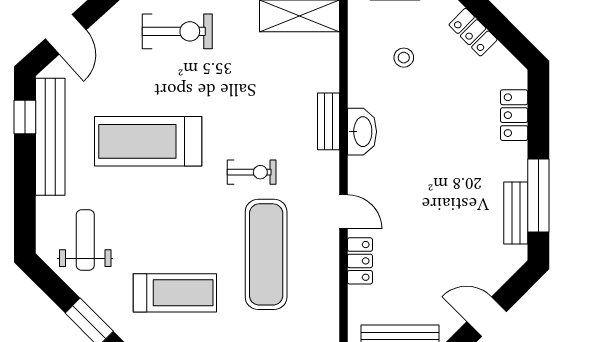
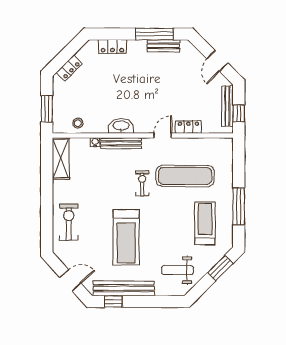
stool: (404, 58) -> (78, 123), moved
water cooler: (331, 82) -> (95, 142), added
bench: (329, 121) -> (121, 143), width x1.36

